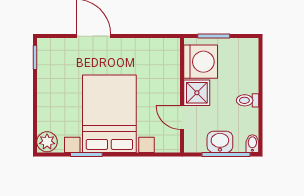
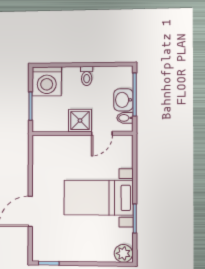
washing machine: (201, 62) -> (47, 81), moved, turned 180
bed with nightstands: (109, 114) -> (98, 198), width x0.73
bidet: (252, 144) -> (125, 118), moved

